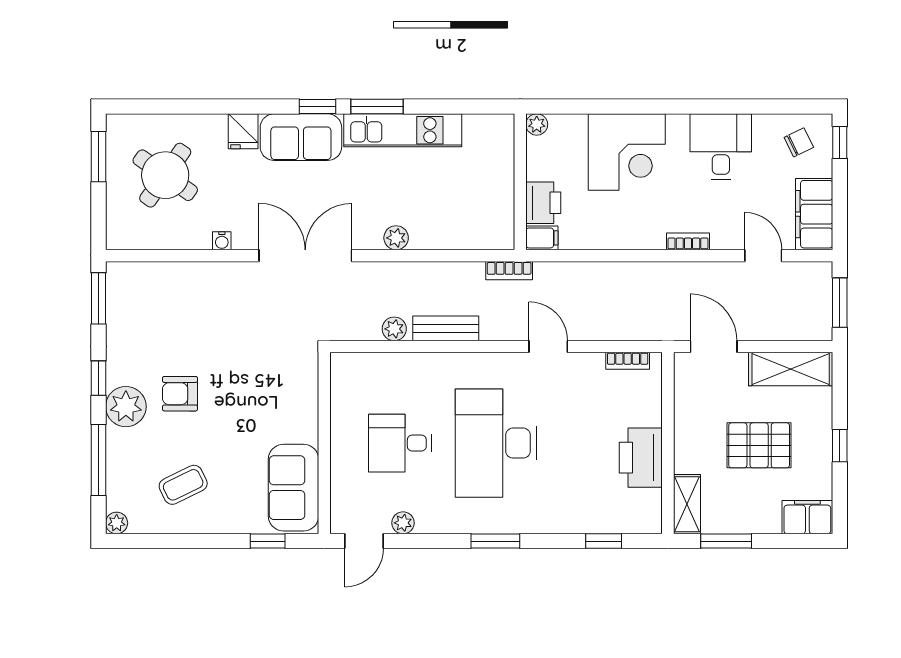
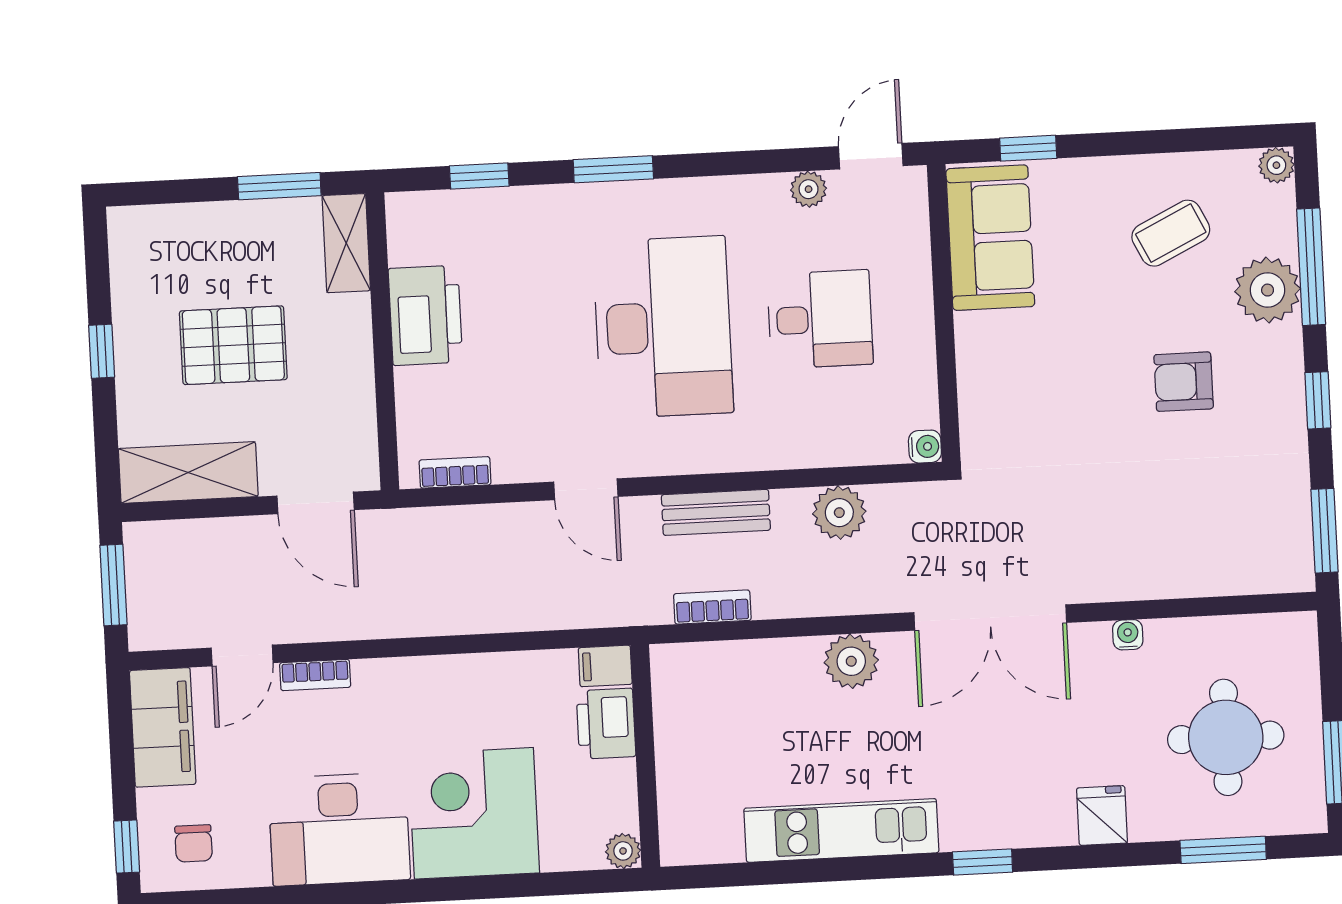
window: (377, 107) -> (1223, 850), moved
sofa: (301, 137) -> (1007, 811), removed
chair: (799, 142) -> (194, 843), turned -64
desk: (721, 147) -> (339, 829), width x1.37
round table: (165, 175) -> (1226, 737), turned -35
plant: (396, 238) -> (851, 661), width x1.38, depth x1.38
bookcase: (688, 241) -> (315, 675), moved
door: (763, 256) -> (242, 655), hinge flipped
bookcase: (509, 271) -> (712, 607), moved
bench: (446, 328) -> (716, 512), moved
plant: (394, 329) -> (839, 513), width x1.38, depth x1.38
water cooler: (340, 362) -> (925, 447), added
armchair: (180, 394) -> (1184, 382), turned 180
plant: (126, 407) -> (1268, 290), moved
filing cabinet: (807, 517) -> (149, 232), removed
window: (495, 541) -> (613, 169), moved

